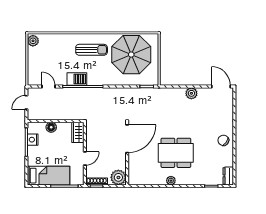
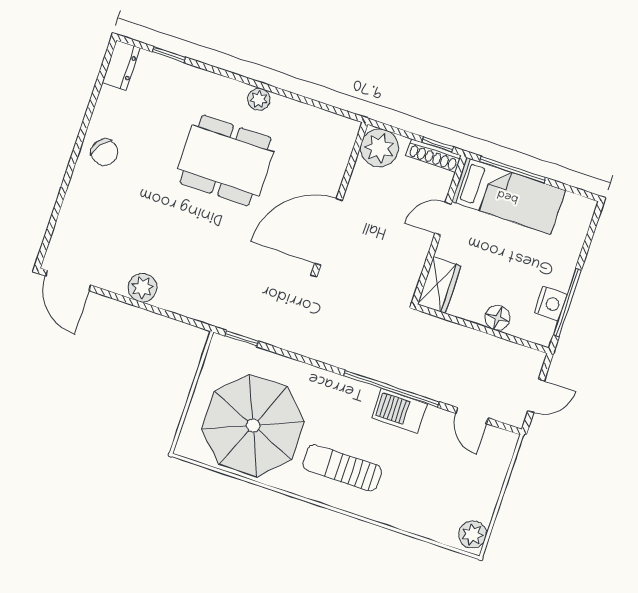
bed: (49, 176) -> (508, 196), moved, turned 180

